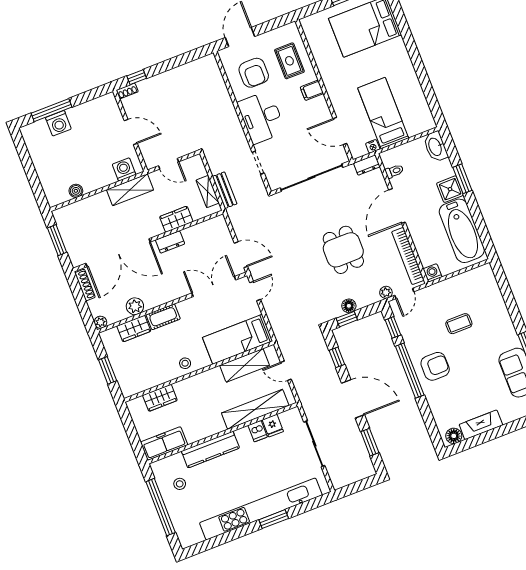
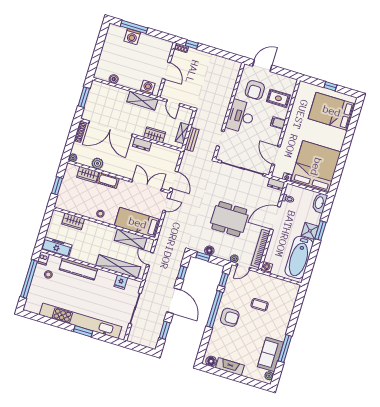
rug: (289, 61) -> (278, 98), turned 90
bed: (383, 113) -> (316, 167), width x2.04
dining table: (343, 250) -> (229, 219), width x1.38
dishwasher: (258, 431) -> (43, 258), moved

